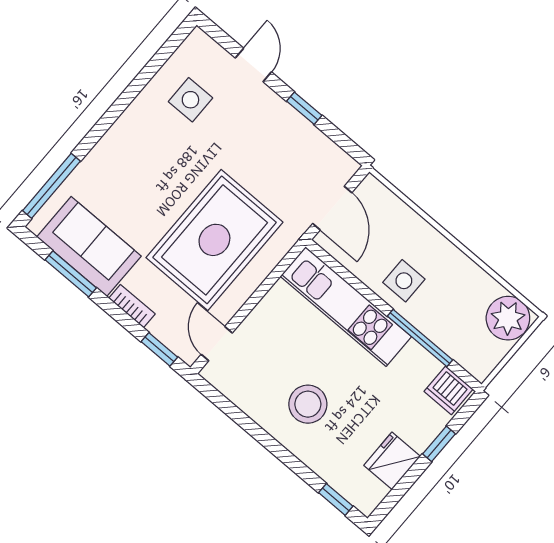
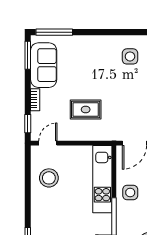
rug: (214, 240) -> (86, 109), width x0.54, depth x0.49
window: (71, 274) -> (28, 55), moved
stool: (308, 404) -> (49, 178), moved

